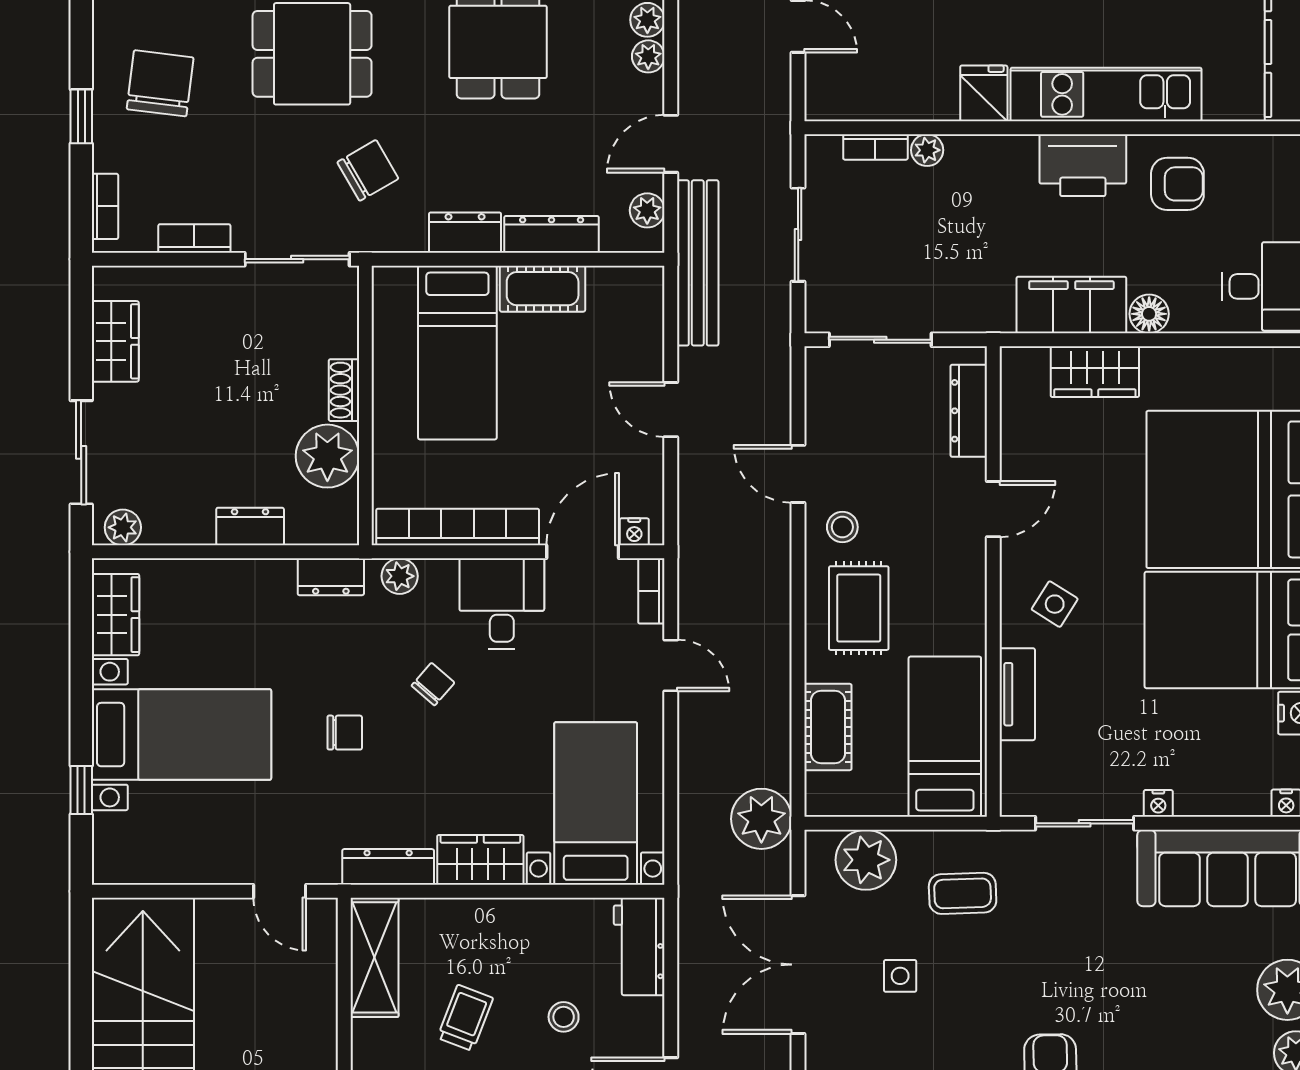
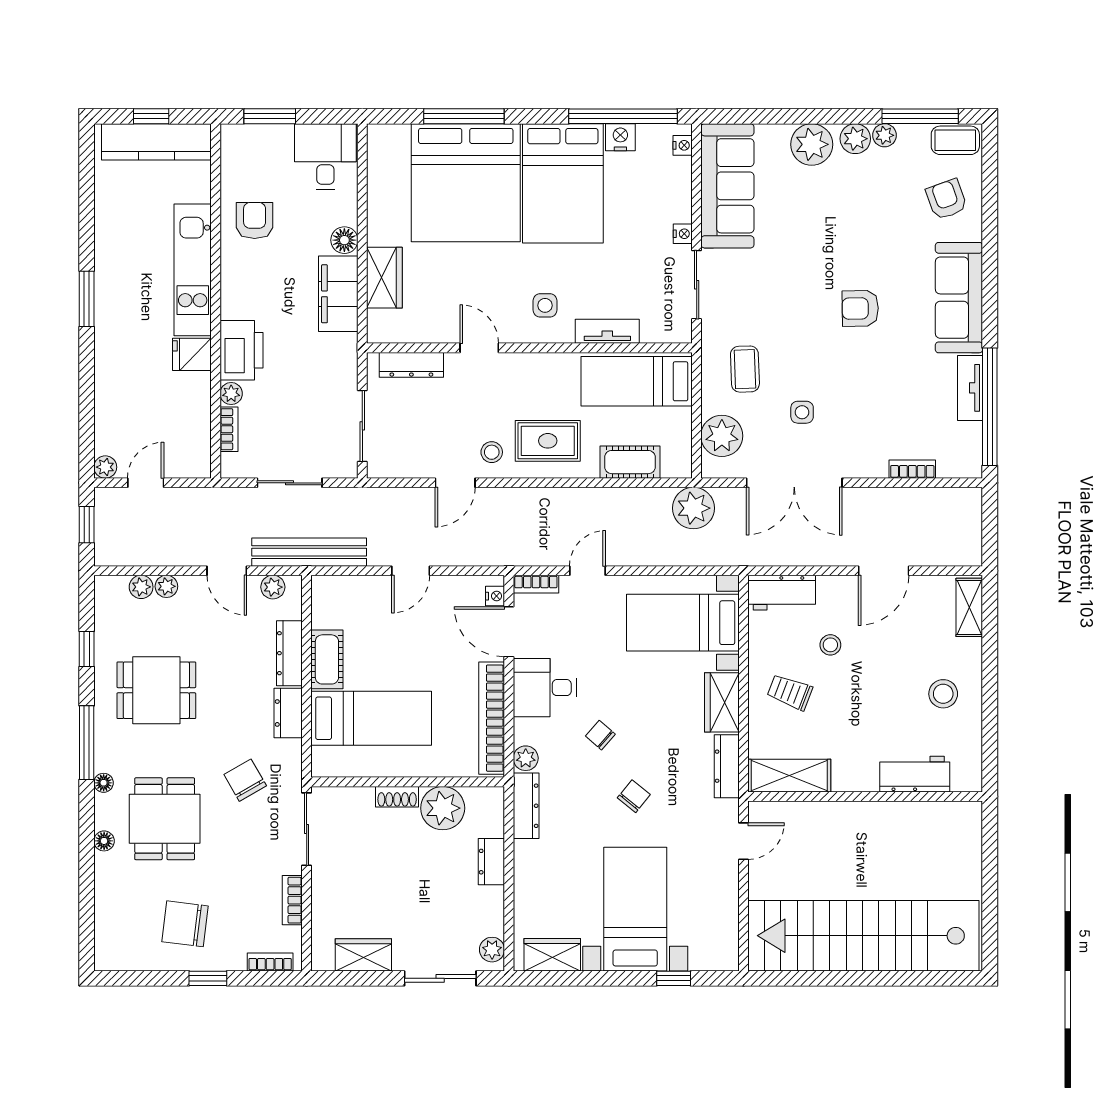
printer: (1083, 165) -> (242, 350), moved
dresser: (331, 577) -> (526, 806), width x1.44
side table: (1055, 604) -> (545, 305), turned -32
chair: (345, 733) -> (634, 796), turned 39
trolley: (465, 1018) -> (790, 692), moved

